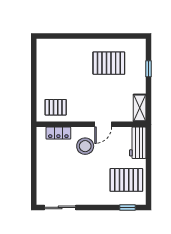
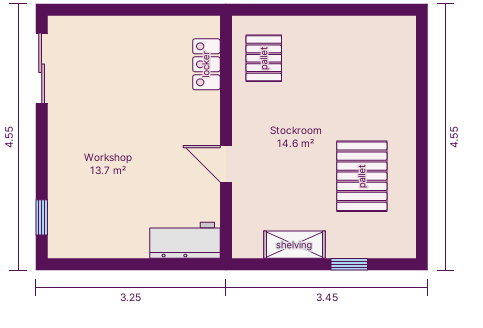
shelving: (140, 108) -> (294, 245), moved
stool: (85, 146) -> (178, 124), removed
pallet: (126, 180) -> (103, 215), removed

